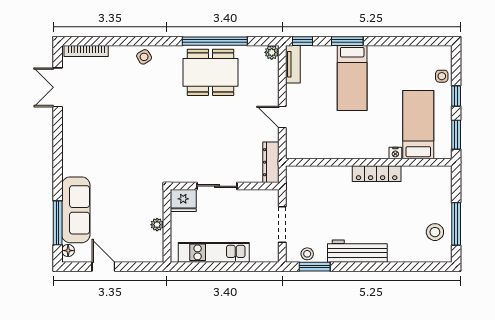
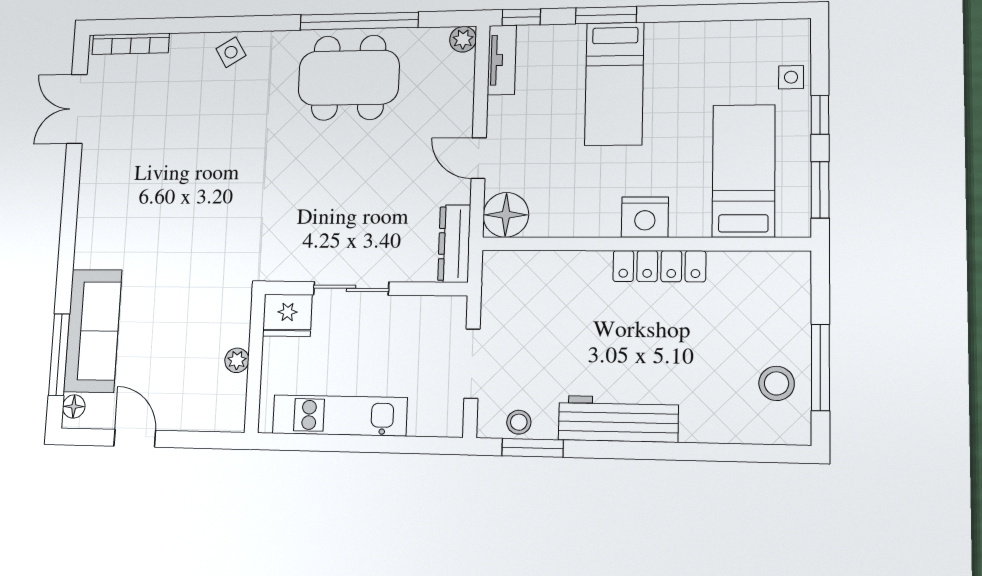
floor lamp: (297, 147) -> (506, 215), added
nightstand: (395, 153) -> (645, 217), moved, width x1.89, depth x1.79

